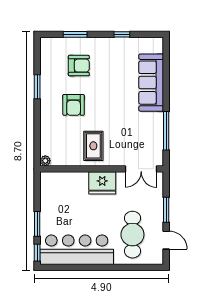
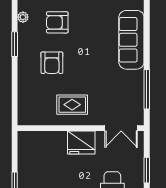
armchair: (79, 66) -> (57, 22), turned 180
rug: (93, 146) -> (72, 105), turned 90
plant: (45, 161) -> (23, 17), moved

